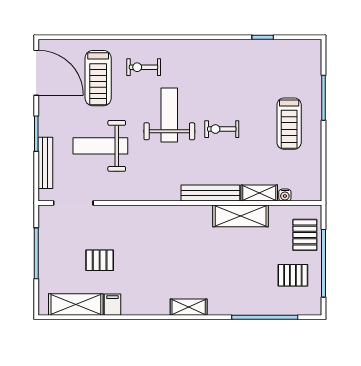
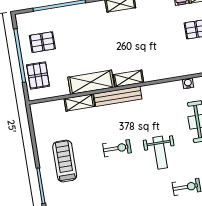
weight bench: (169, 115) -> (160, 153), width x0.73, depth x0.75
water cooler: (285, 195) -> (188, 83), moved
shelving: (194, 213) -> (129, 79), added

